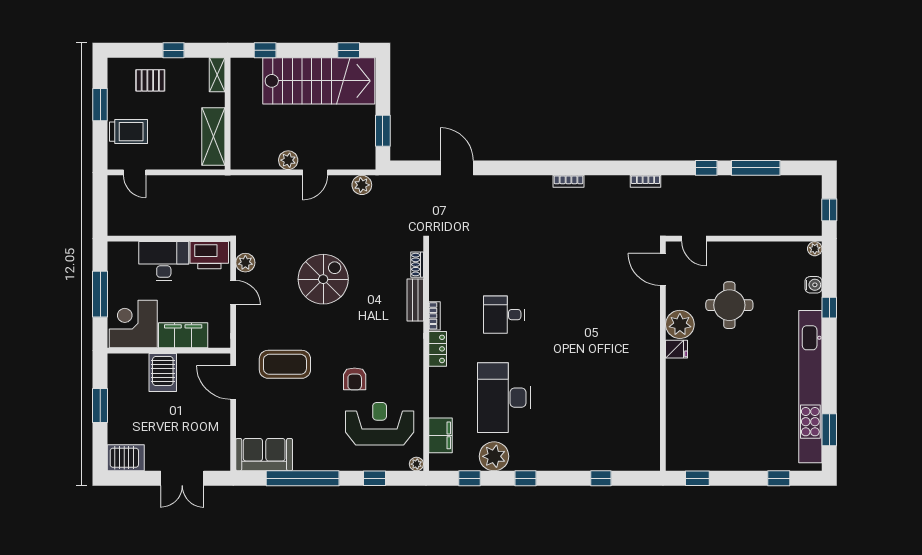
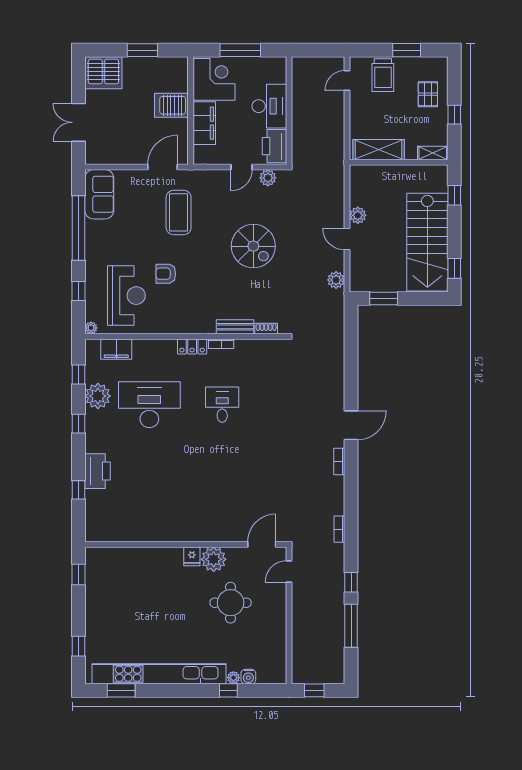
door: (457, 168) -> (351, 425), moved
plant: (815, 249) -> (233, 678), moved
printer: (579, 457) -> (98, 471), added
server rack: (126, 458) -> (103, 73), width x1.60

